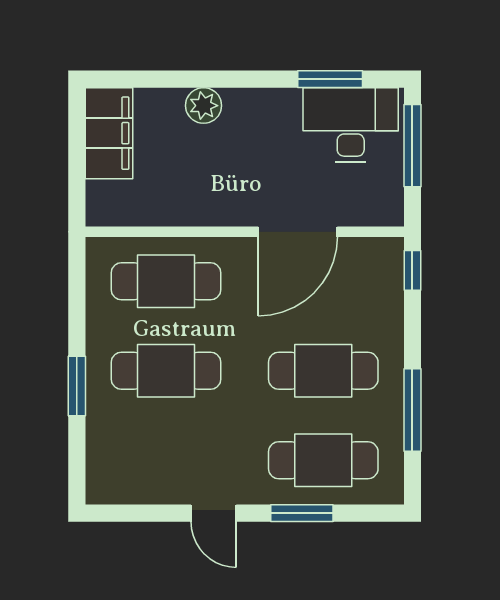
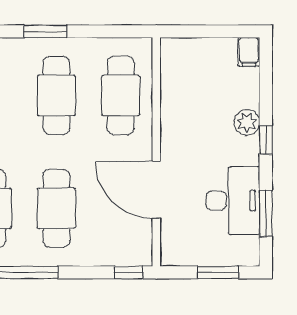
window: (228, 79) -> (266, 140), added
desk: (351, 125) -> (233, 201), moved
filing cabinet: (109, 133) -> (249, 52), width x0.33, depth x0.86
window: (412, 146) -> (218, 272), width x0.69

